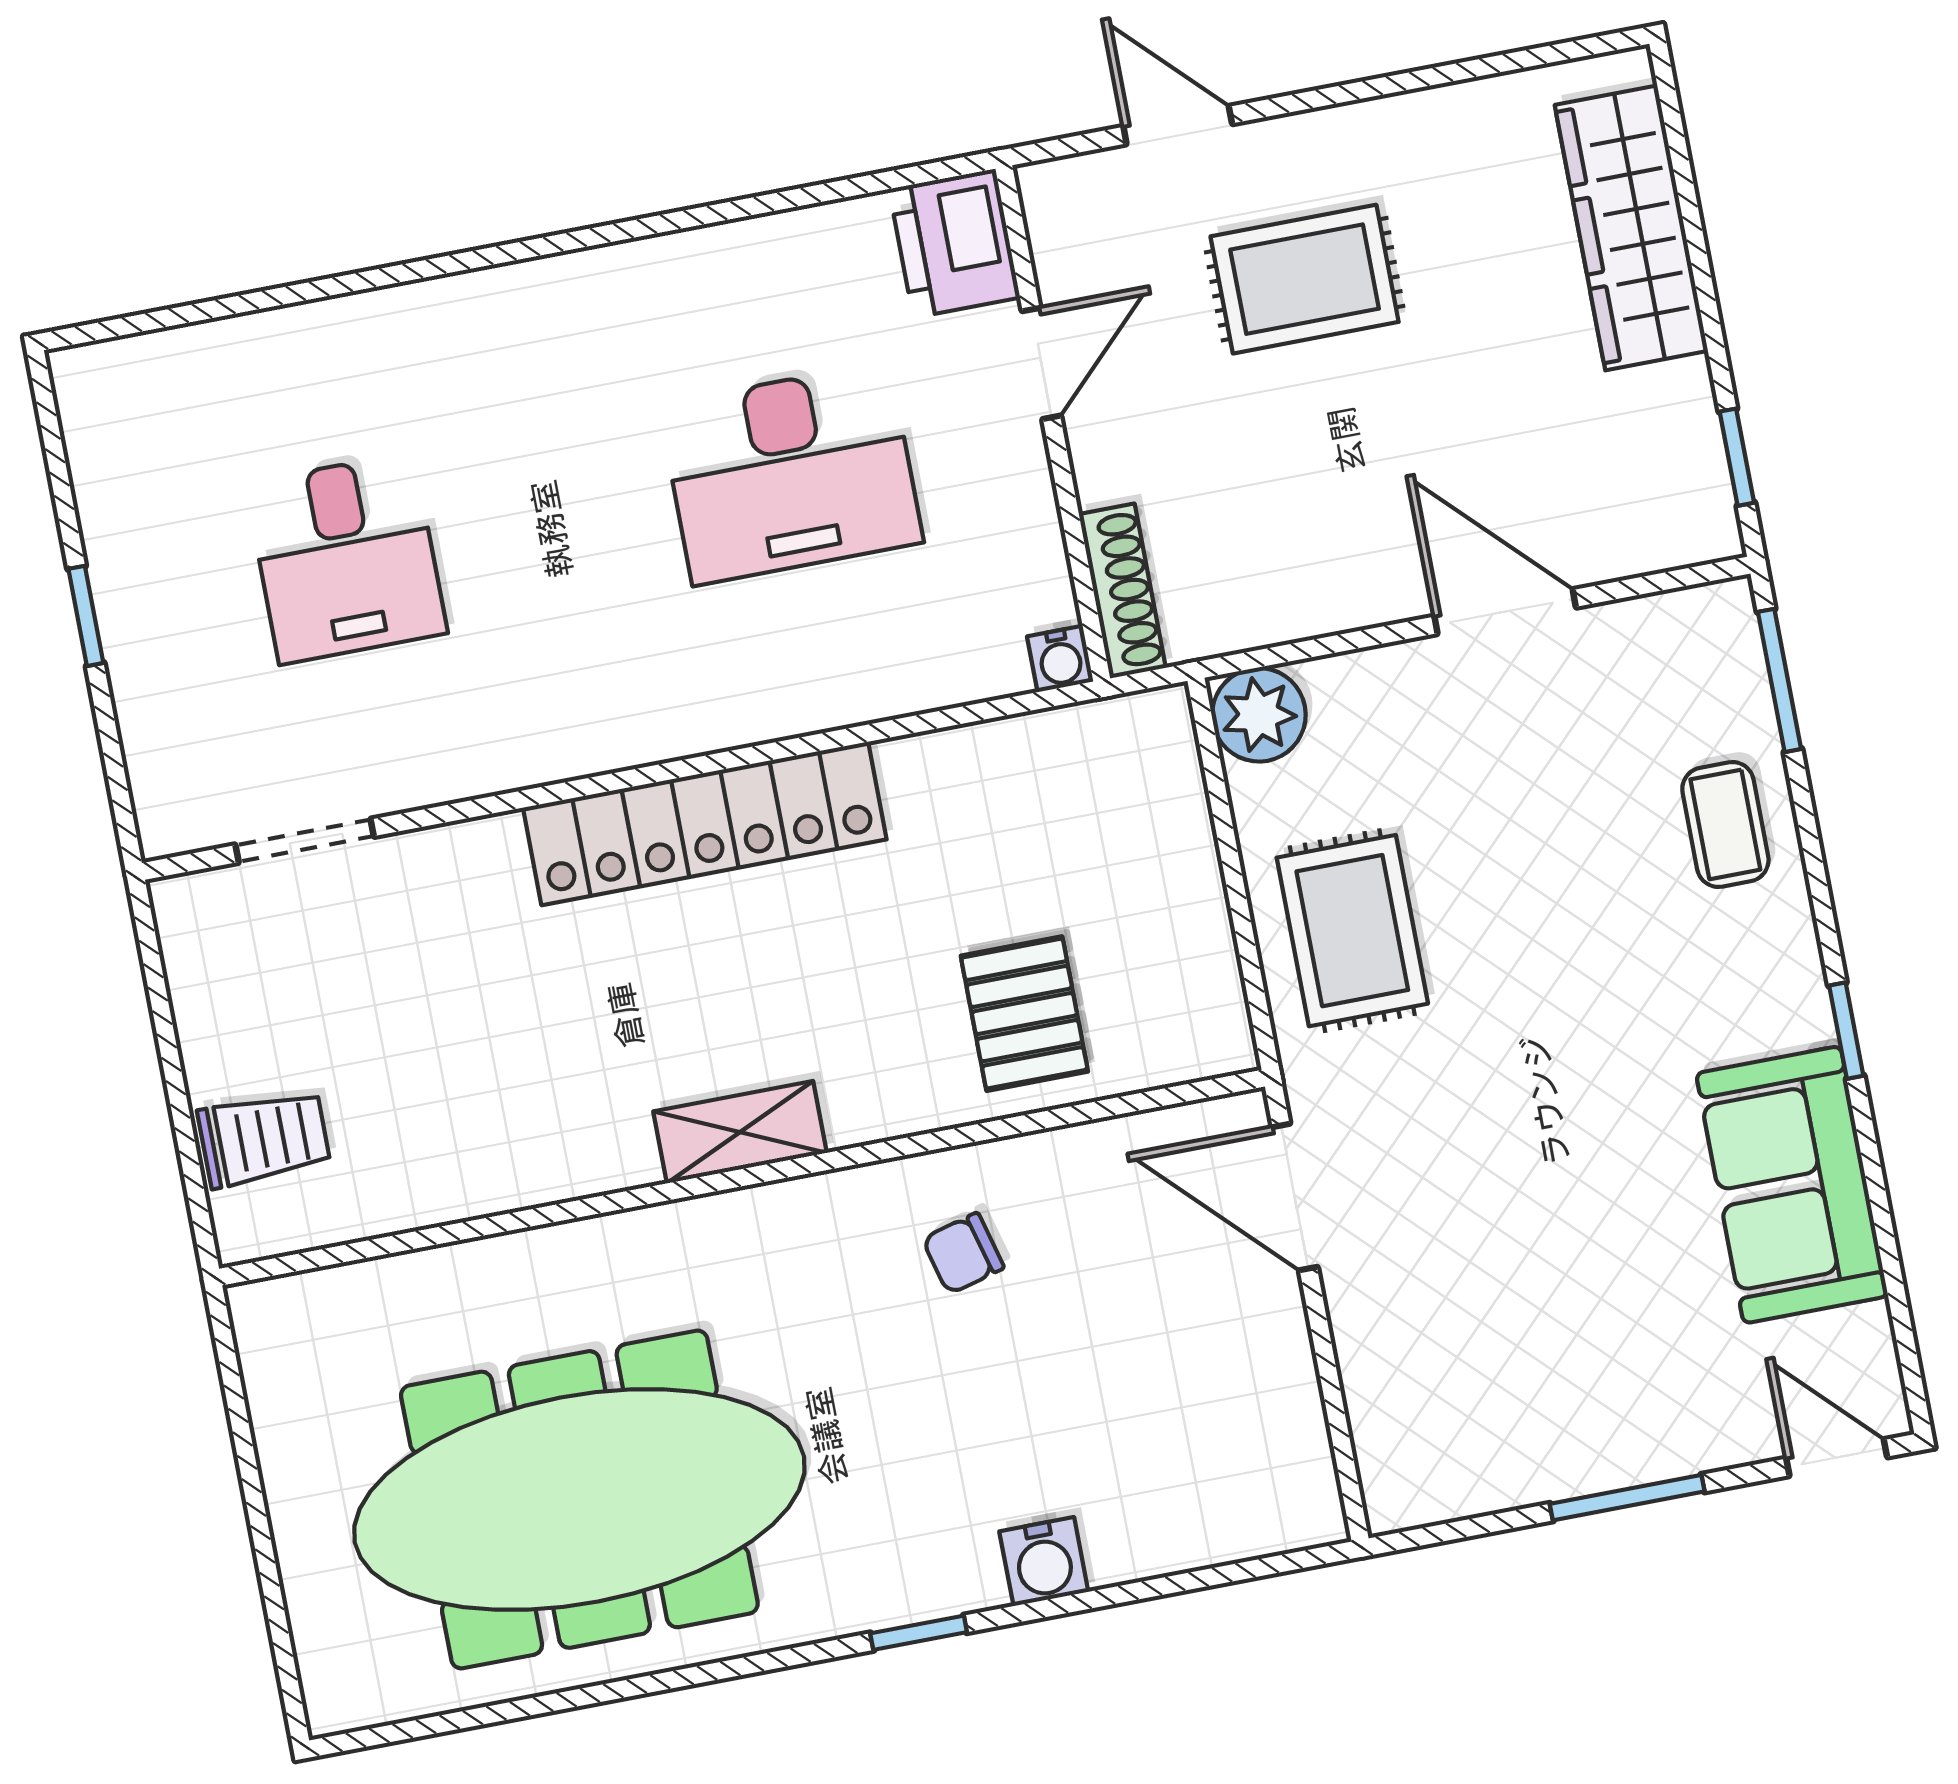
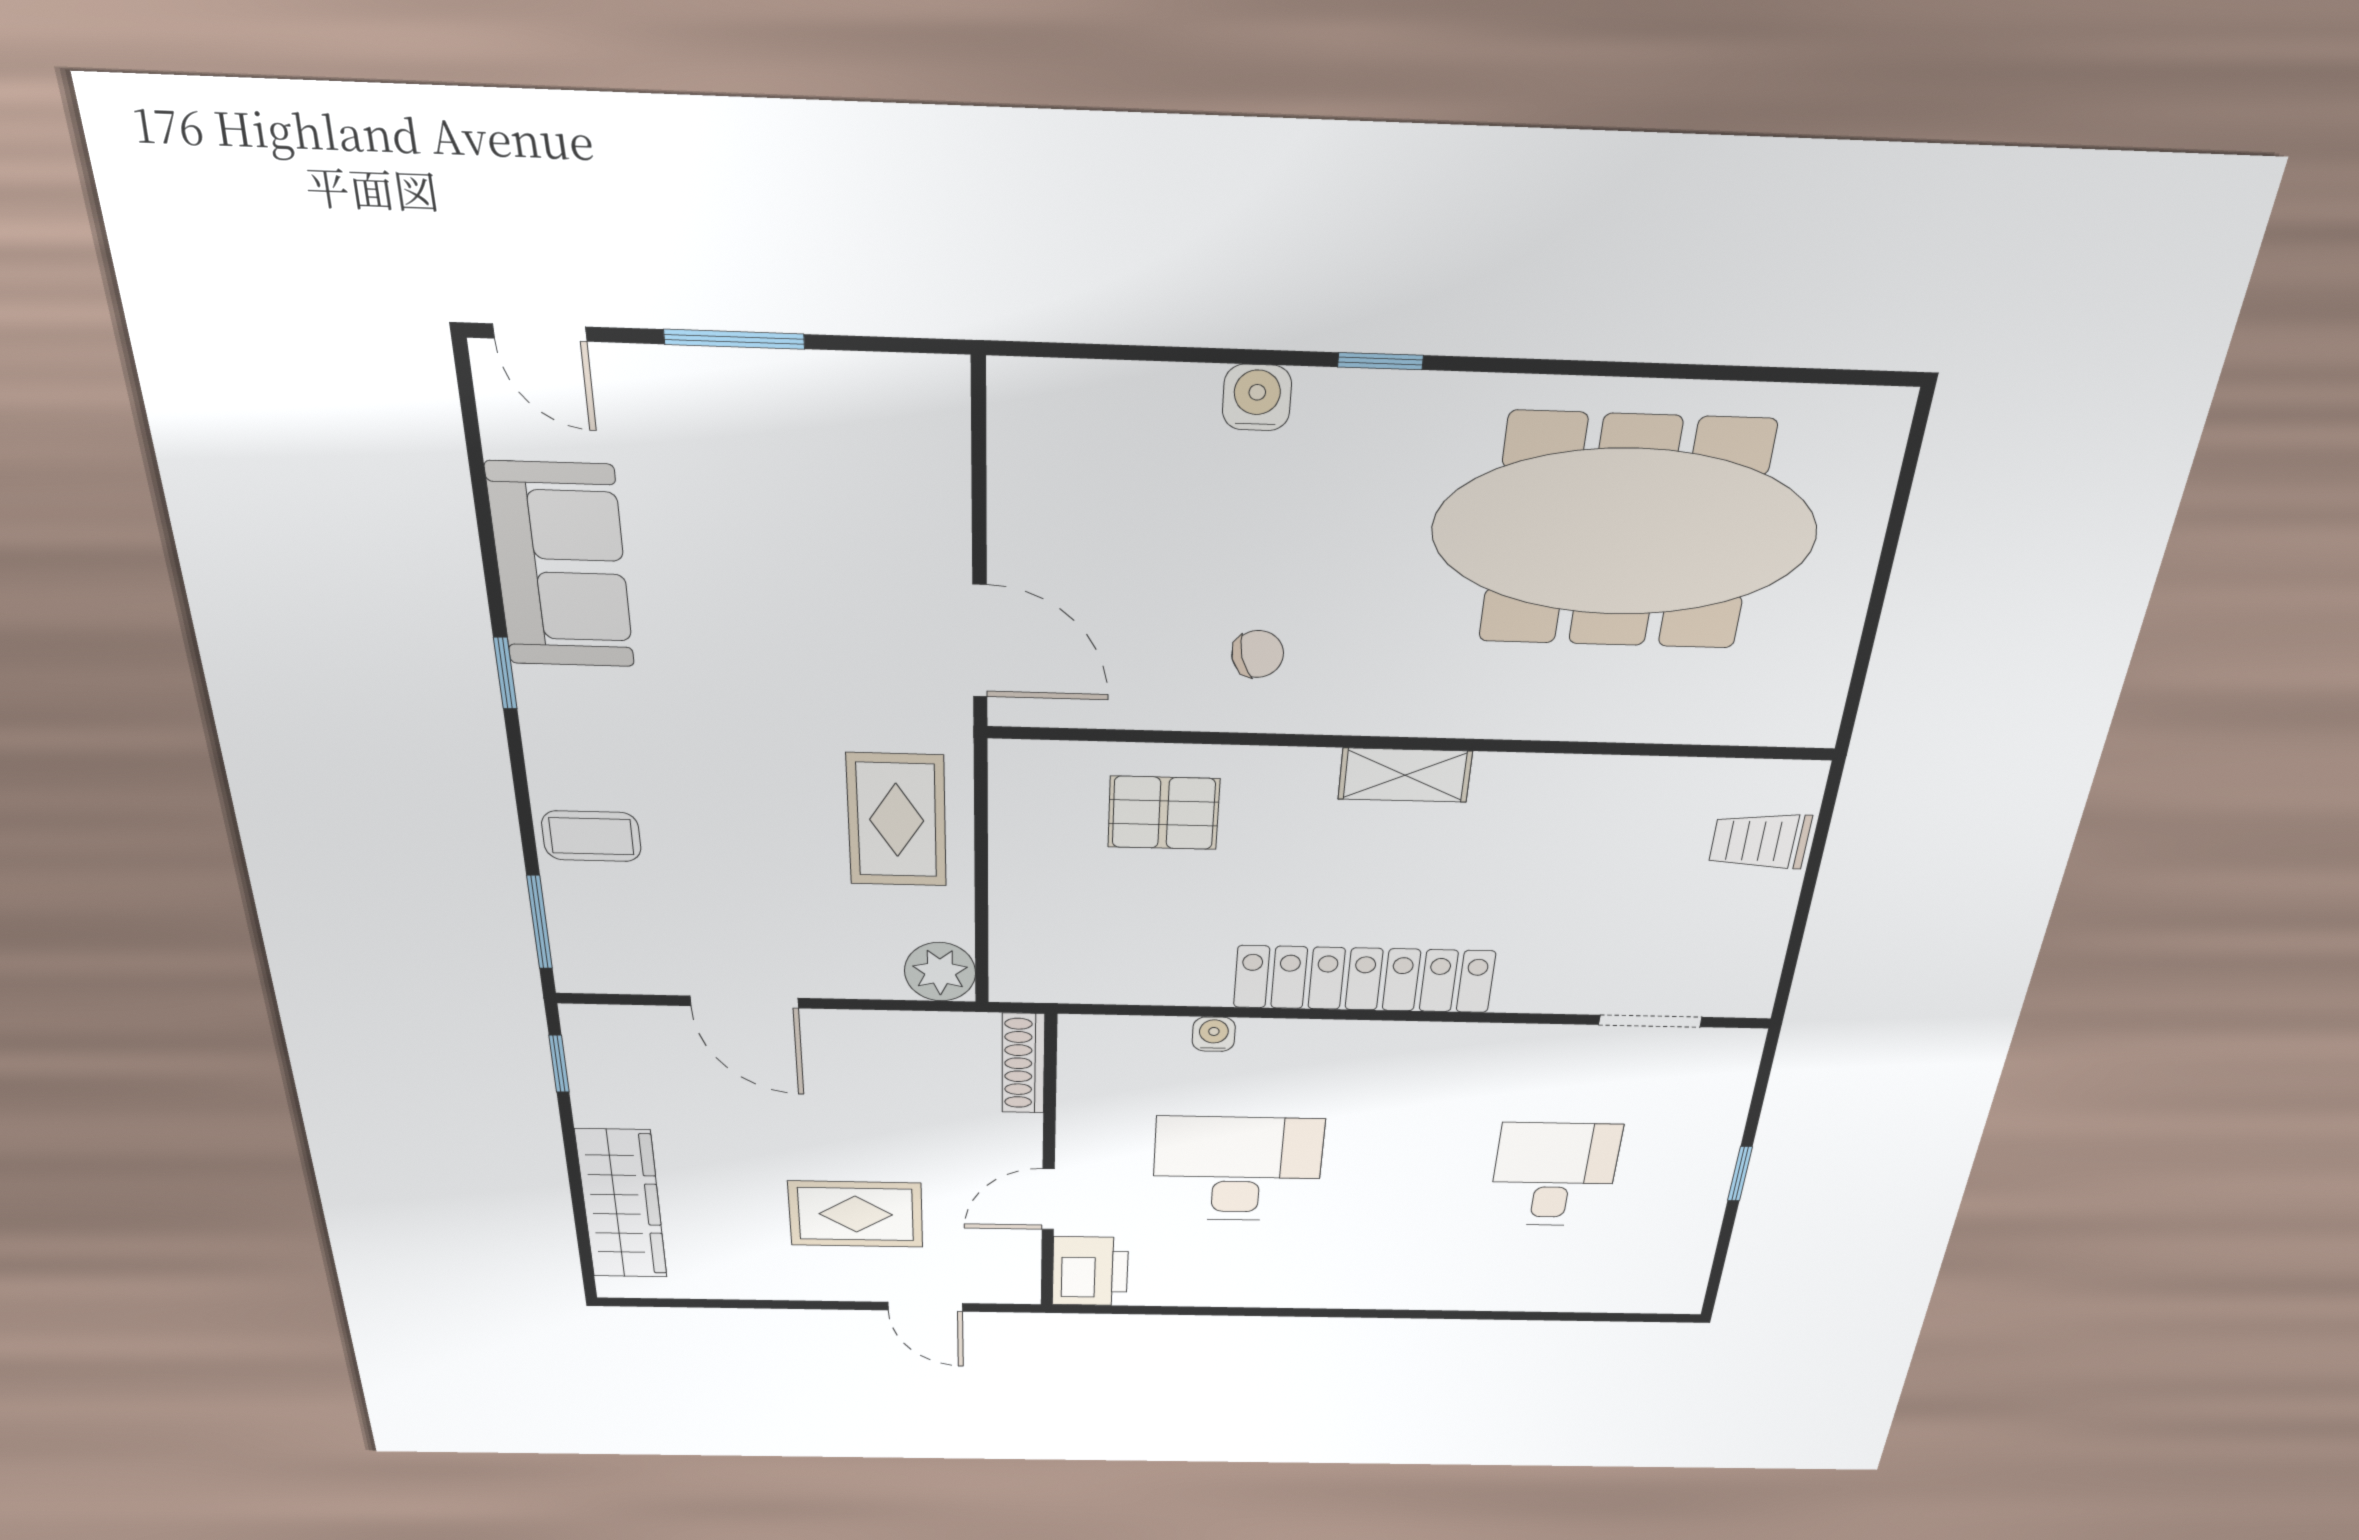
water cooler: (1060, 659) -> (1214, 1034), moved
coffee table: (1725, 824) -> (591, 836), turned 90
pallet: (1024, 1014) -> (1164, 813), turned 90

